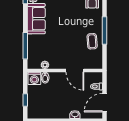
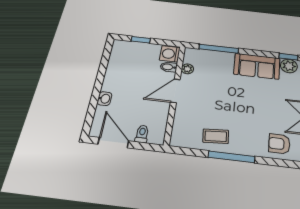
door: (75, 71) -> (175, 91), moved

